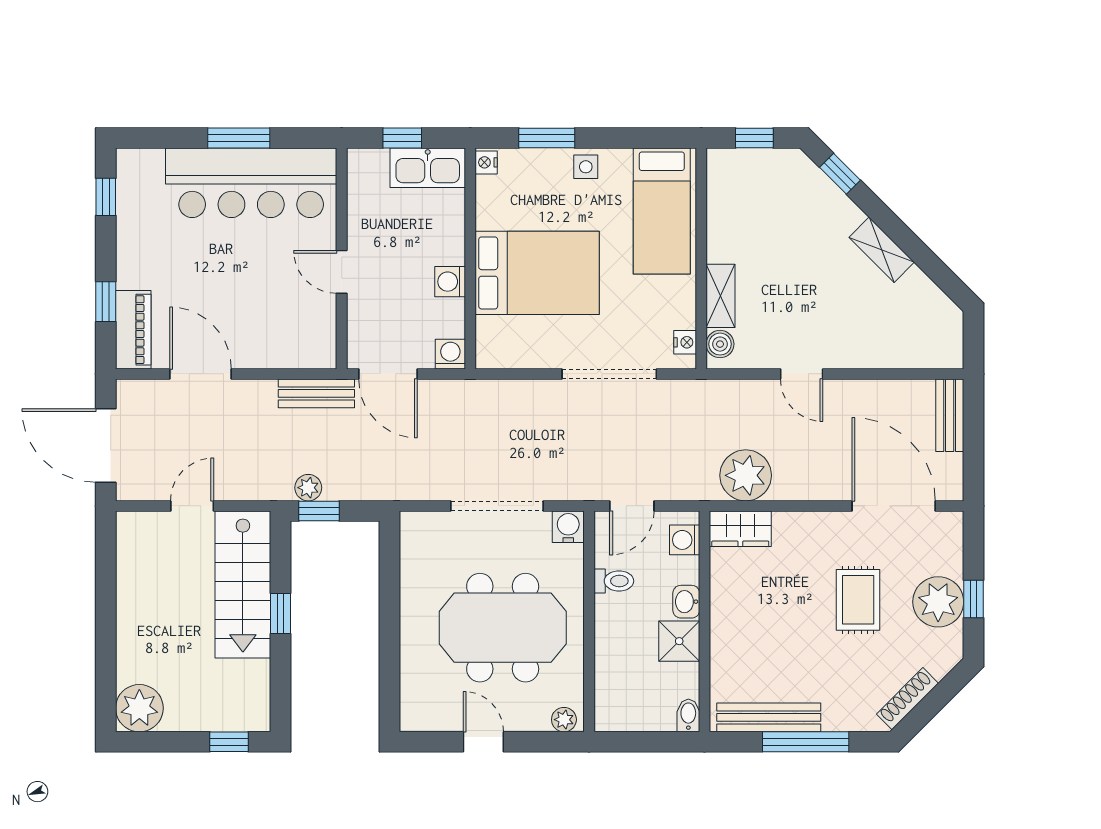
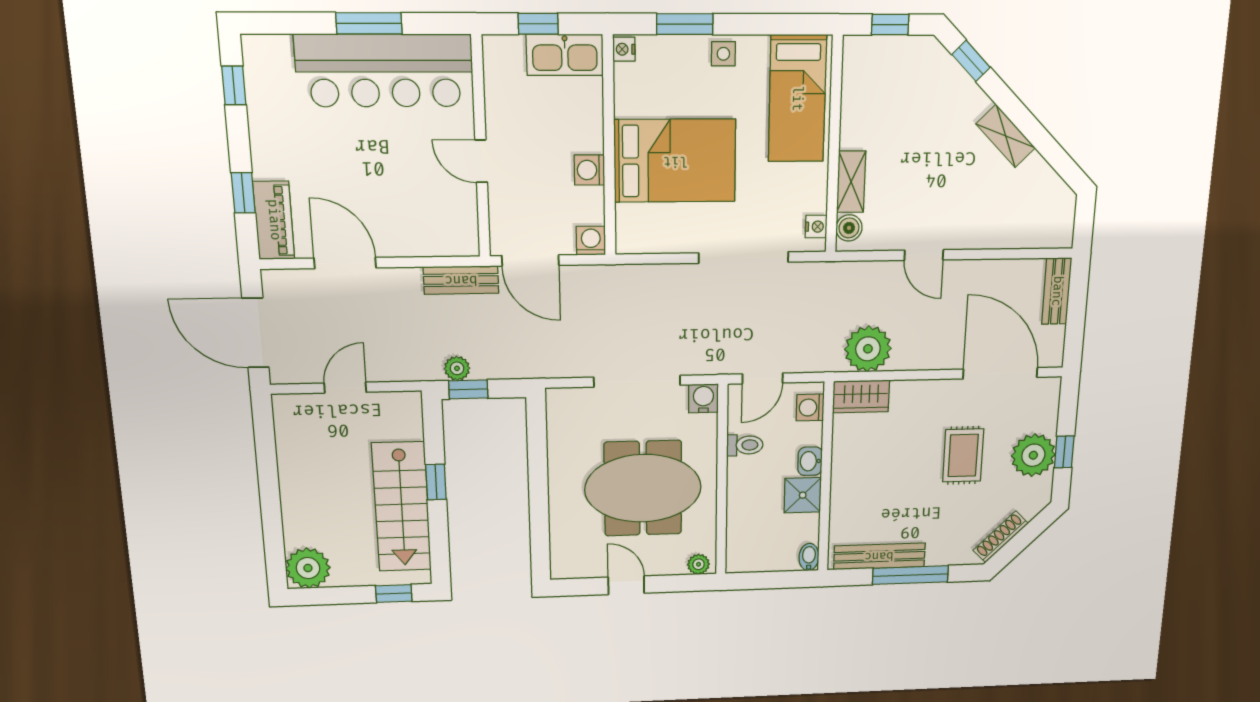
stairs: (243, 584) -> (402, 507), moved

